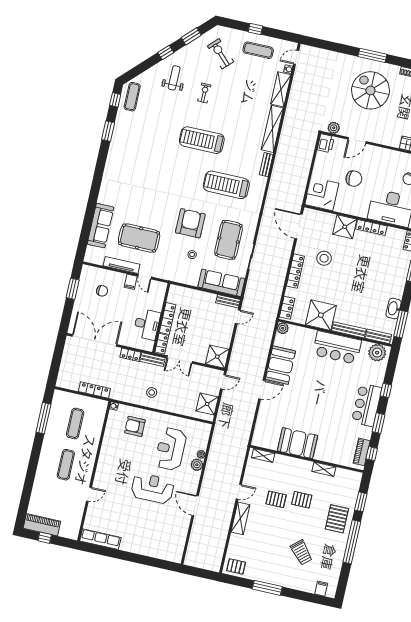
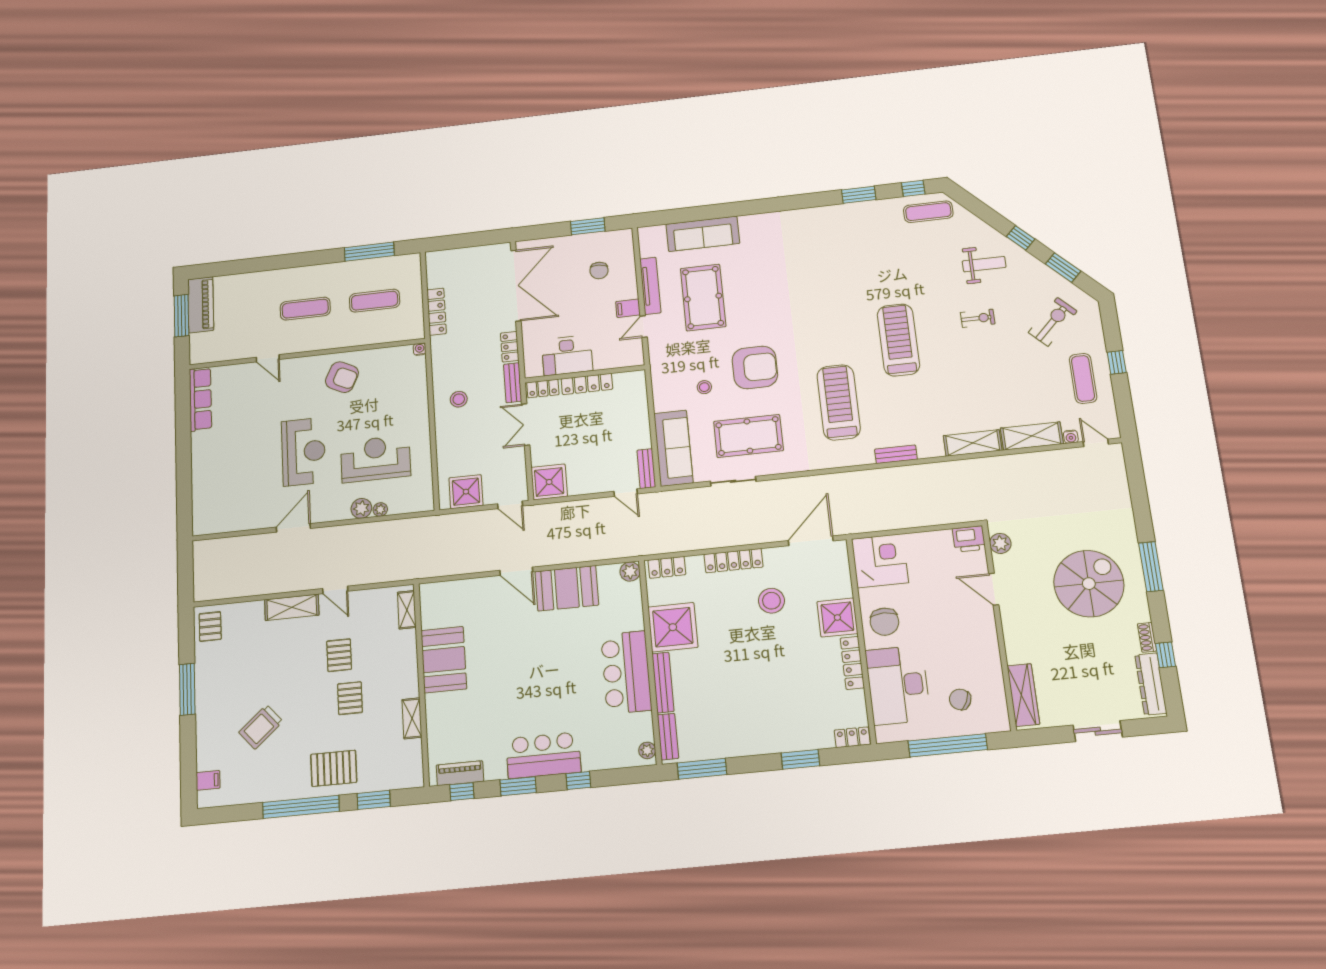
shelving: (272, 129) -> (973, 443), width x0.68
chair: (354, 179) -> (884, 622), moved
washbasin: (394, 308) -> (725, 747), removed
plant: (377, 353) -> (647, 750), width x0.53, depth x0.53
armchair: (135, 426) -> (342, 377), moved, turned 116
window: (45, 538) -> (181, 316), width x2.17

